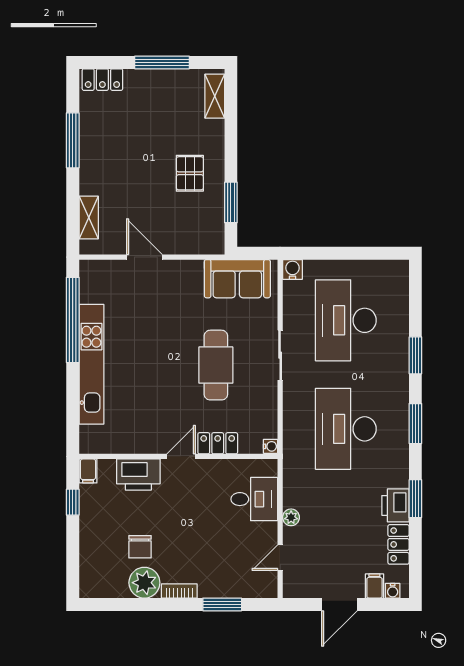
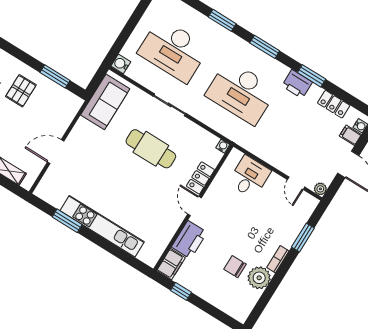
pallet: (190, 173) -> (21, 91), turned 90
window: (73, 320) -> (67, 221), width x0.47
filing cabinet: (88, 471) -> (171, 264), width x2.00
printer: (395, 505) -> (297, 84), moved
plant: (291, 517) -> (320, 189), moved
chair: (140, 547) -> (235, 267), turned 180

